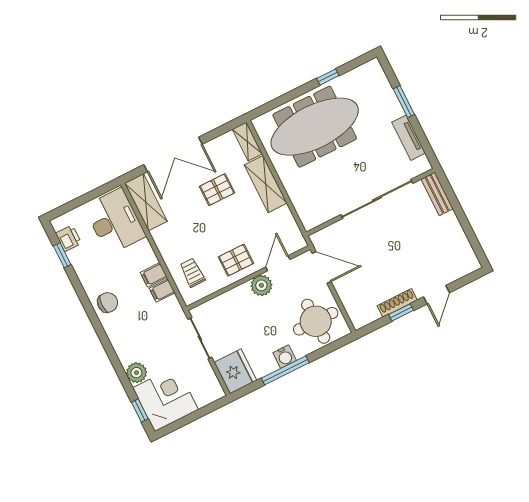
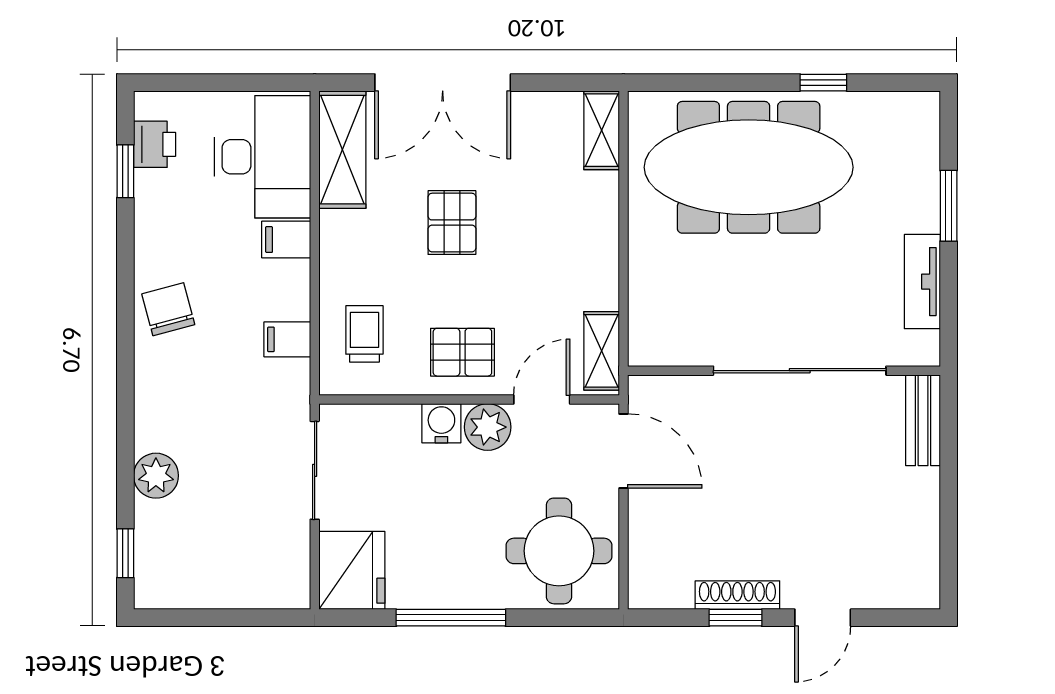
shelving: (266, 184) -> (602, 351), moved, width x0.67, depth x0.75
pallet: (217, 190) -> (452, 223), moved, turned 90
filing cabinet: (154, 275) -> (286, 240), moved
chair: (108, 303) -> (168, 309), turned -105
water cooler: (285, 357) -> (441, 423), moved, turned 180
corner desk: (166, 399) -> (188, 555), removed

